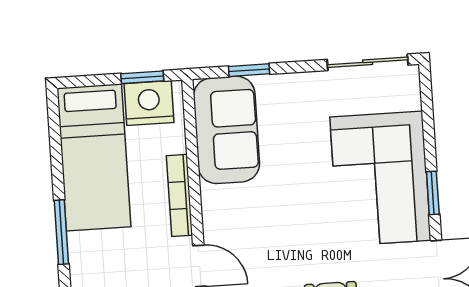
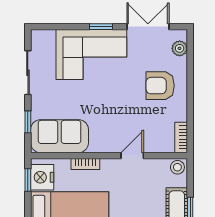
sliding door: (368, 62) -> (28, 73), moved
bookcase: (179, 195) -> (85, 164), width x0.64

